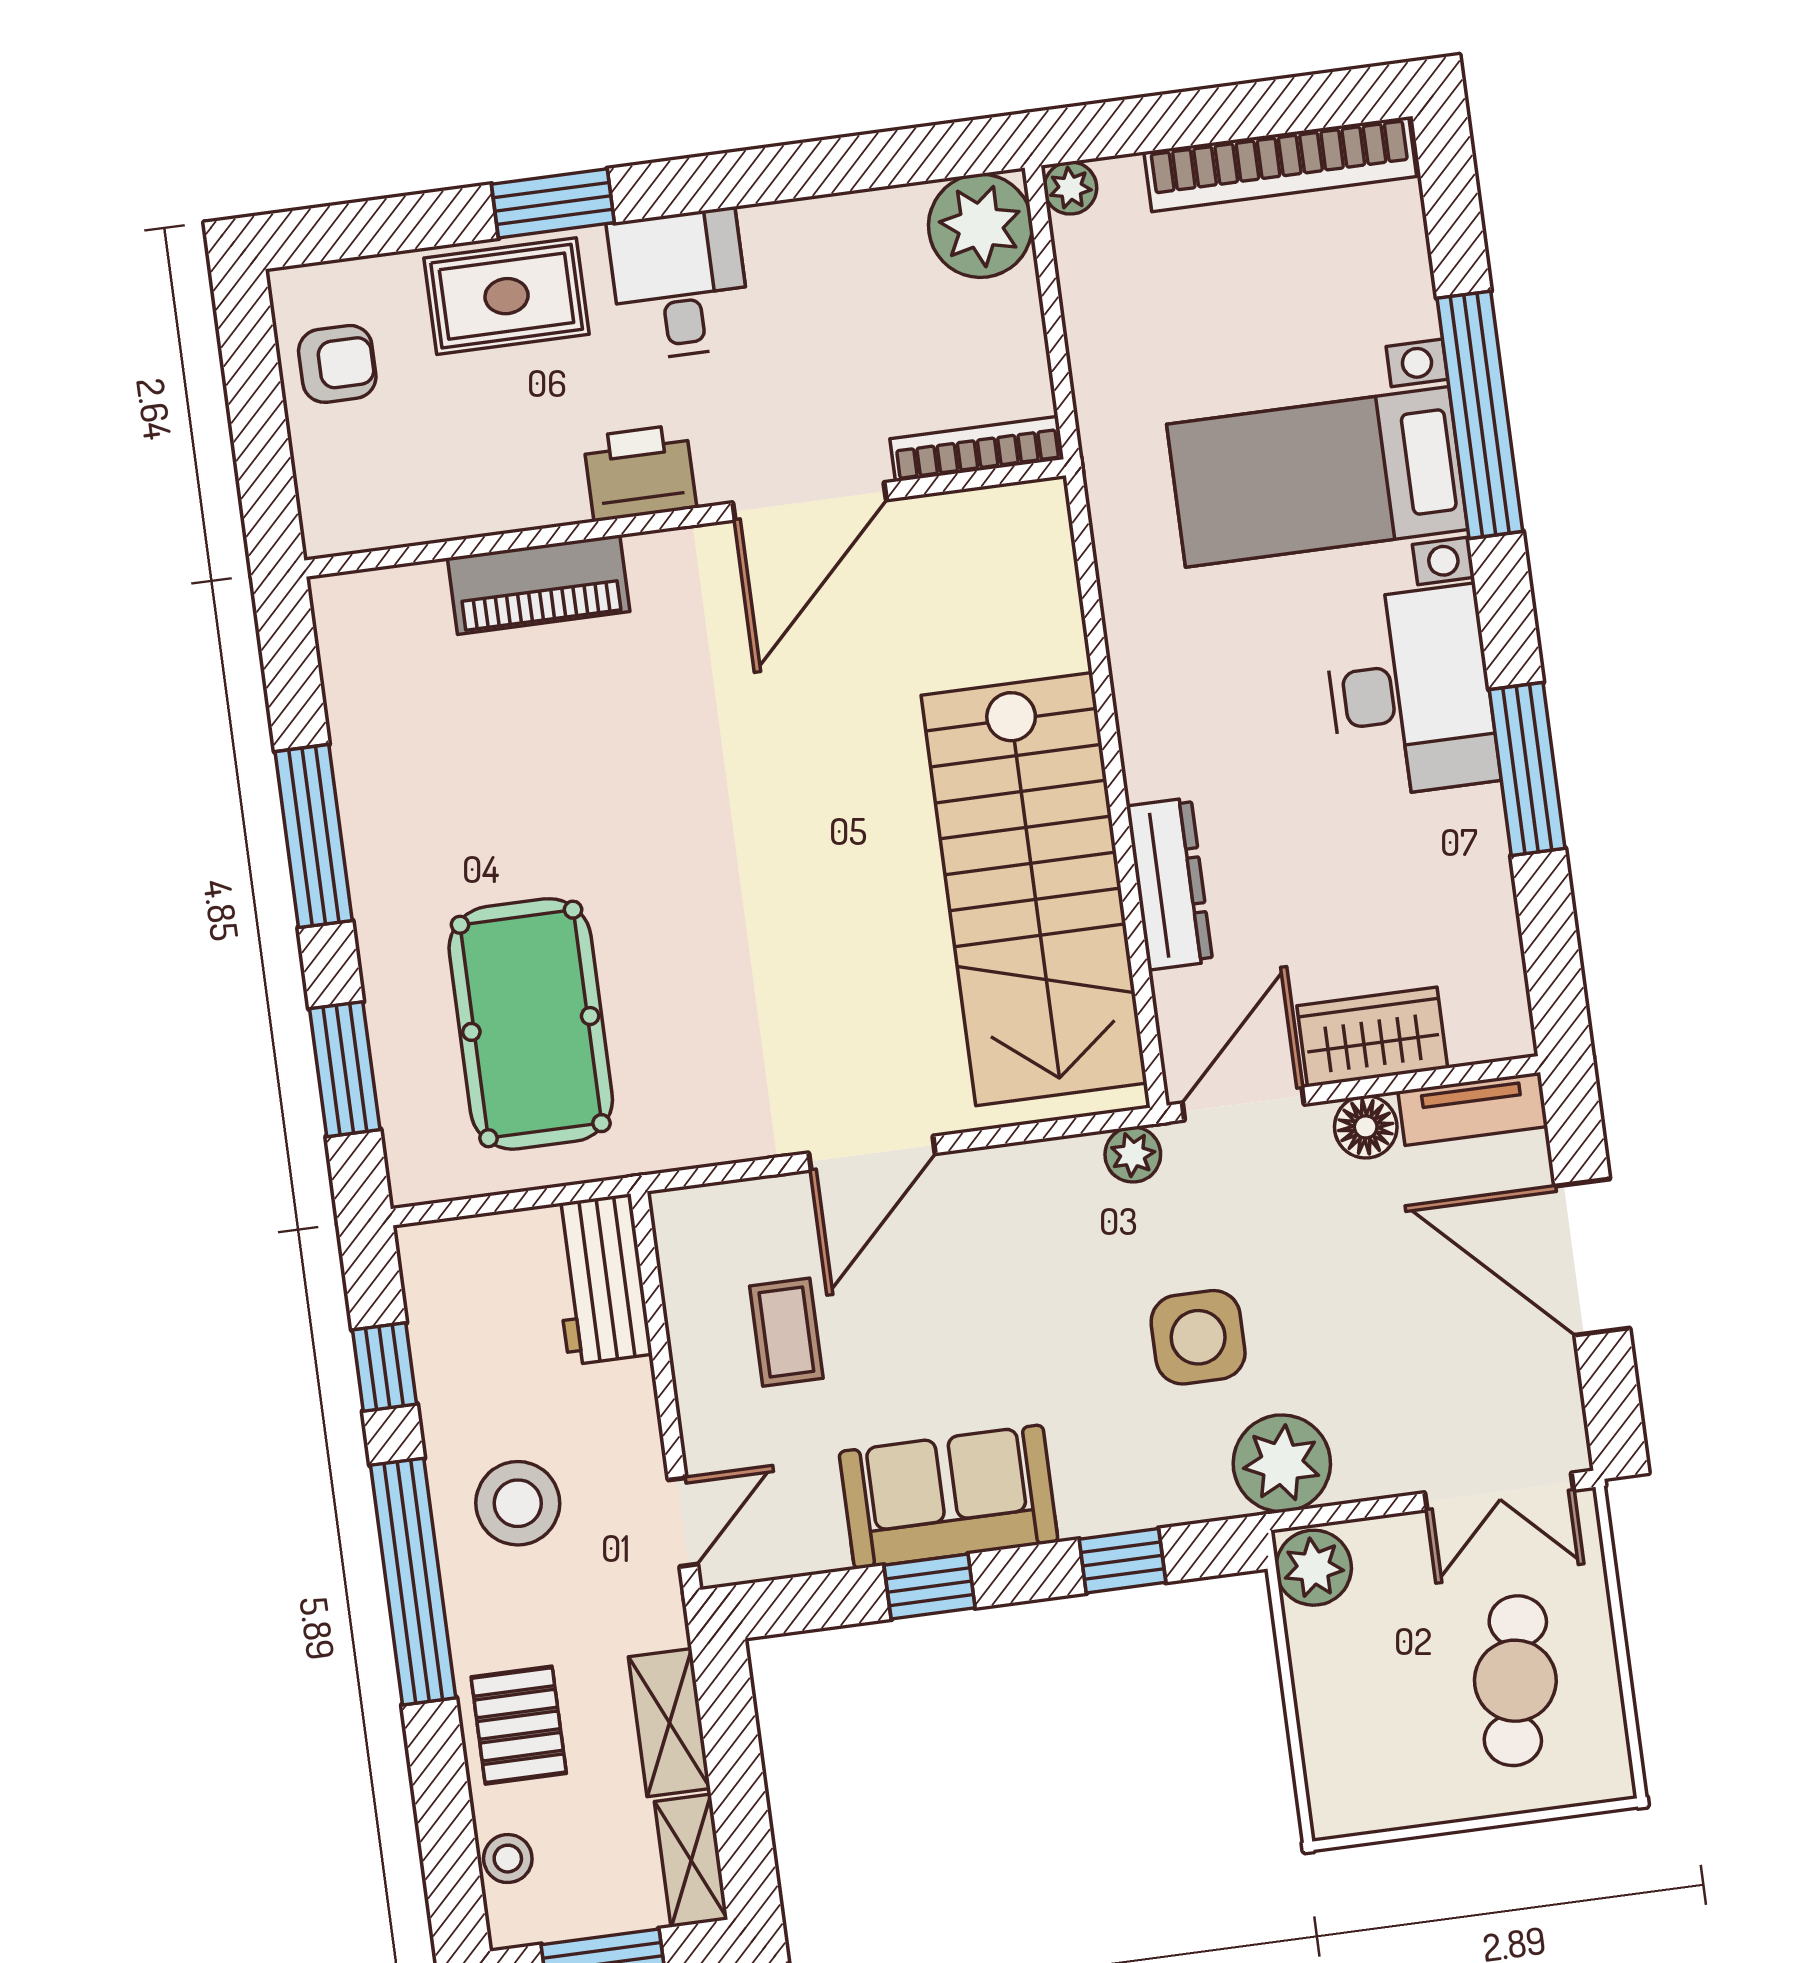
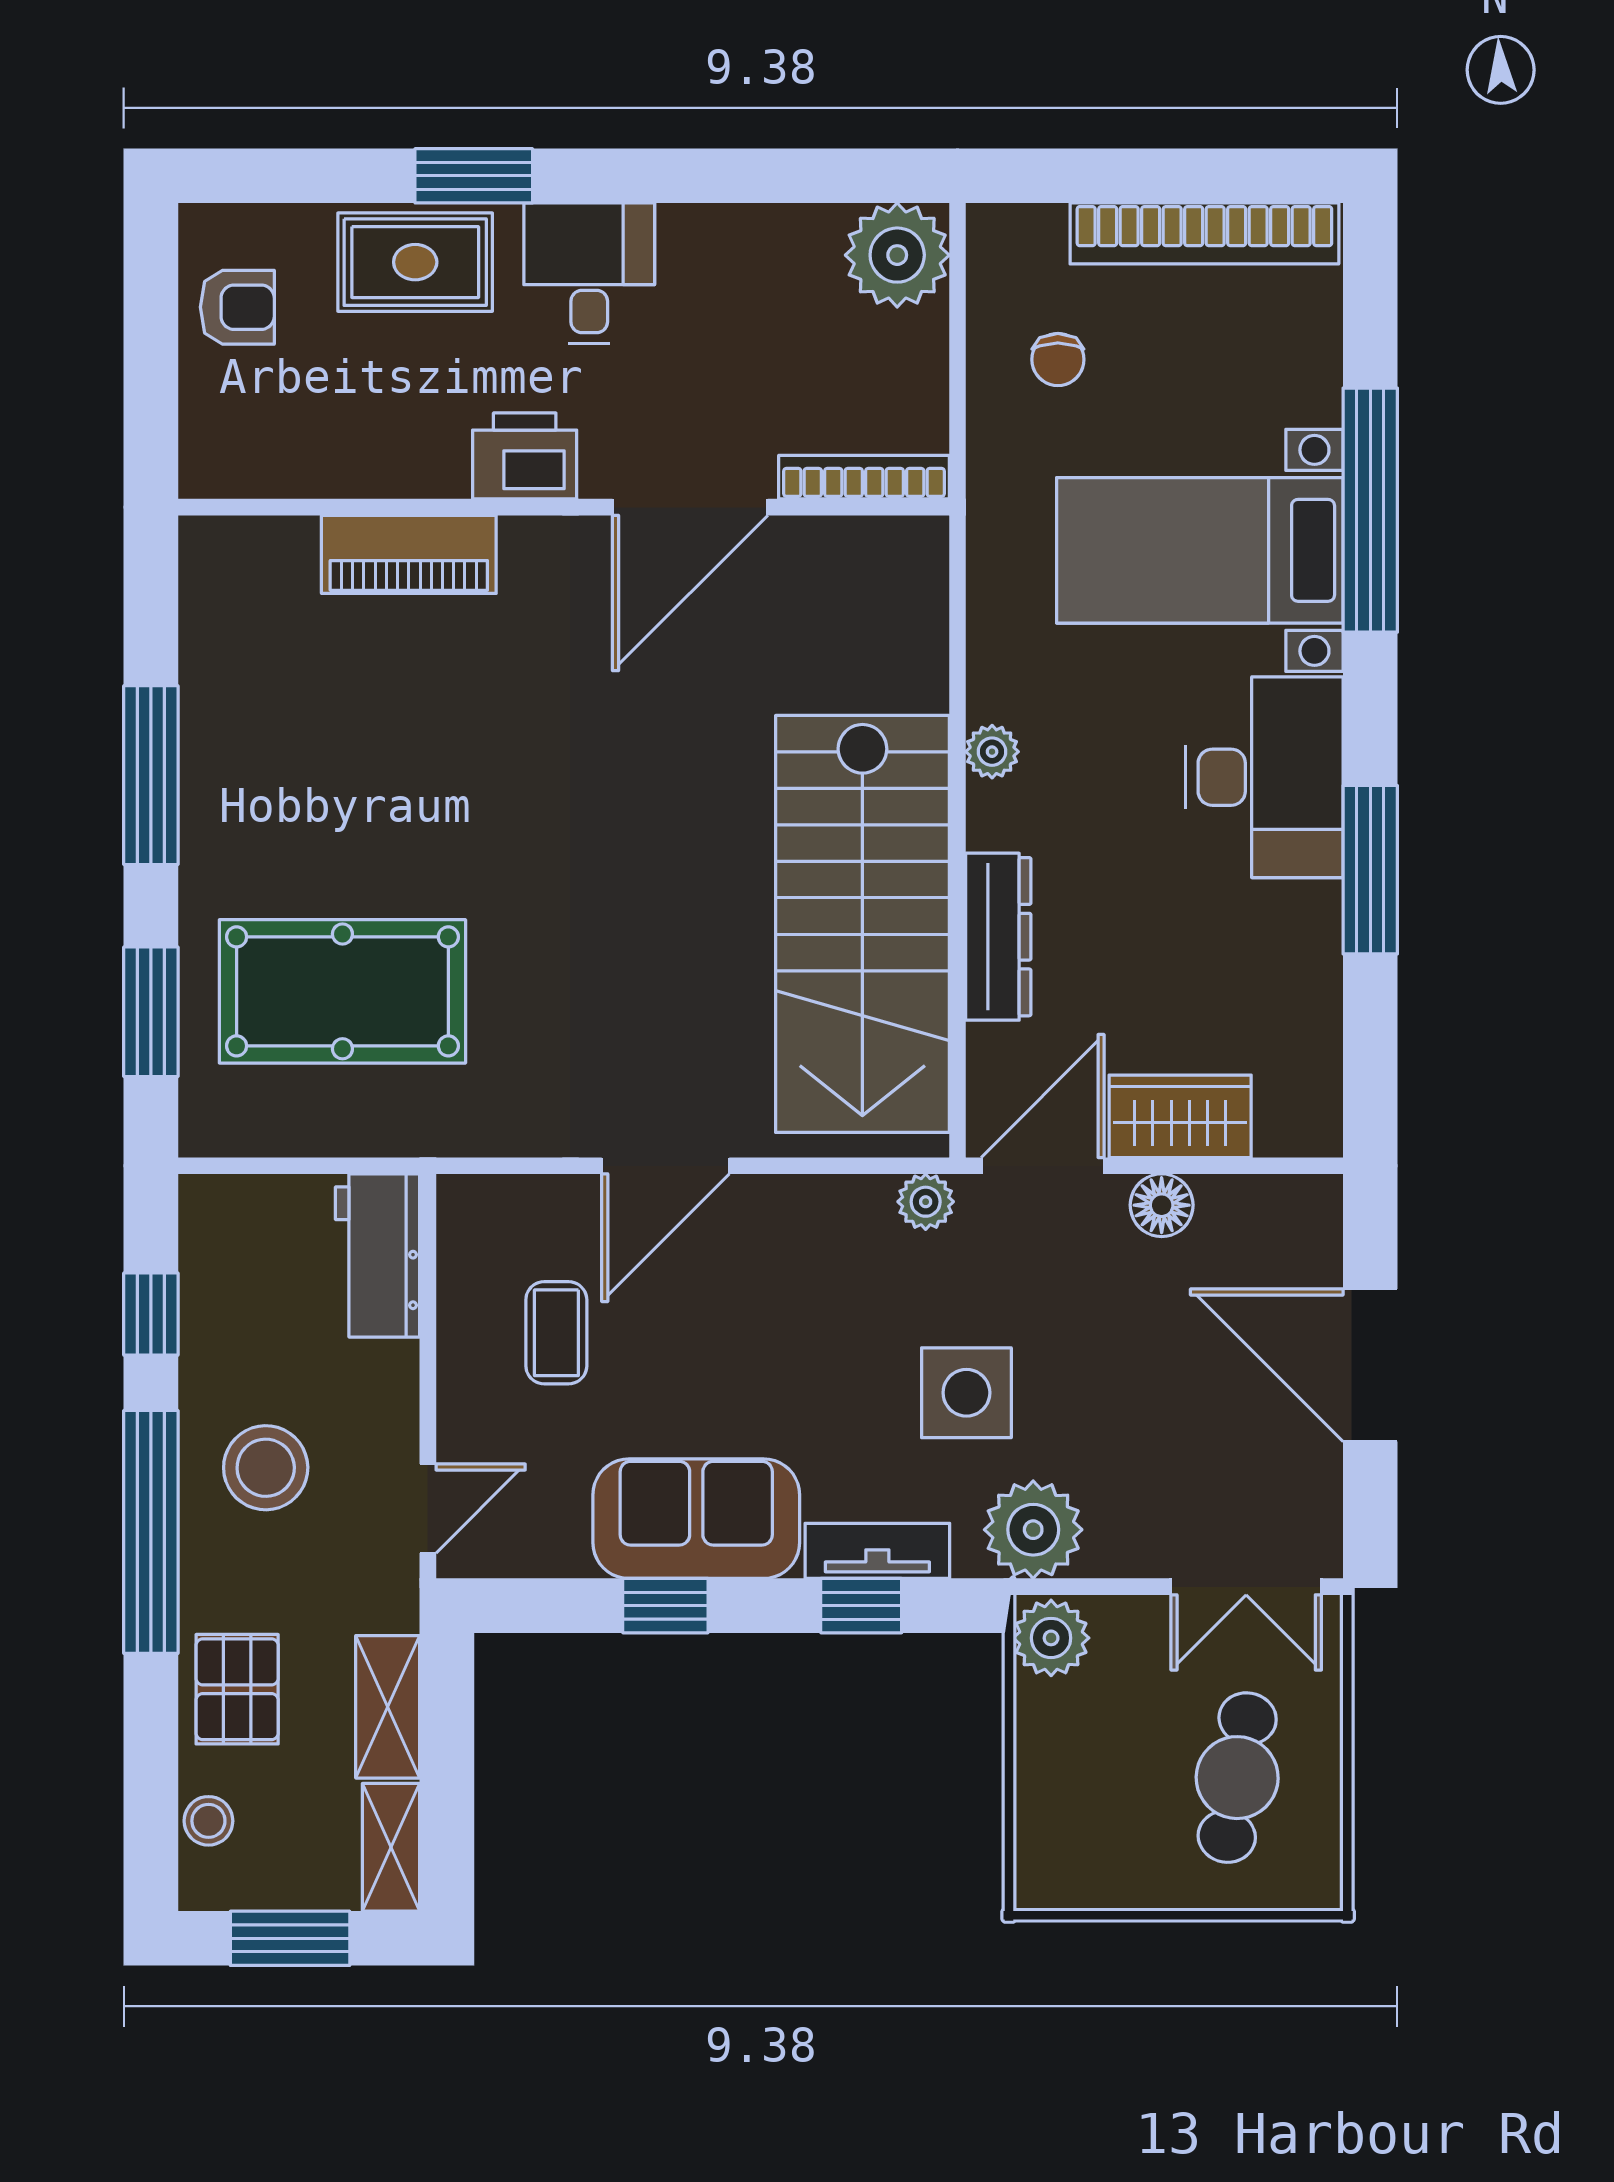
plant: (1070, 188) -> (992, 752), moved
chair: (1152, 308) -> (1058, 360), added
pool table: (531, 1024) -> (342, 991), turned 90
tv unit: (1473, 1109) -> (877, 1551), moved, turned 180

